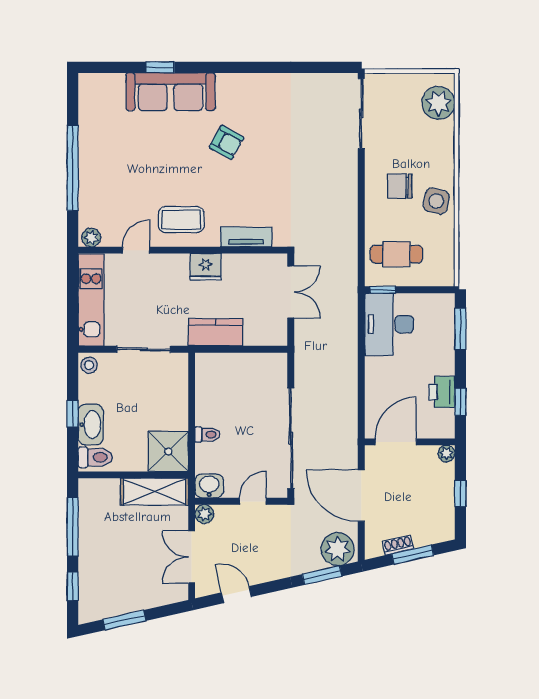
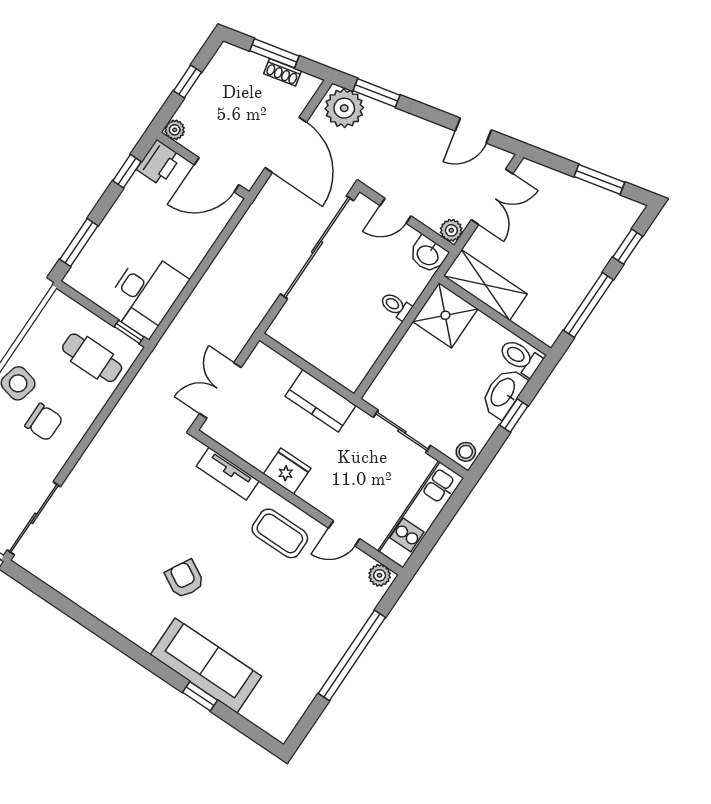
printer: (442, 392) -> (159, 163), moved
door: (236, 595) -> (473, 130), hinge flipped

